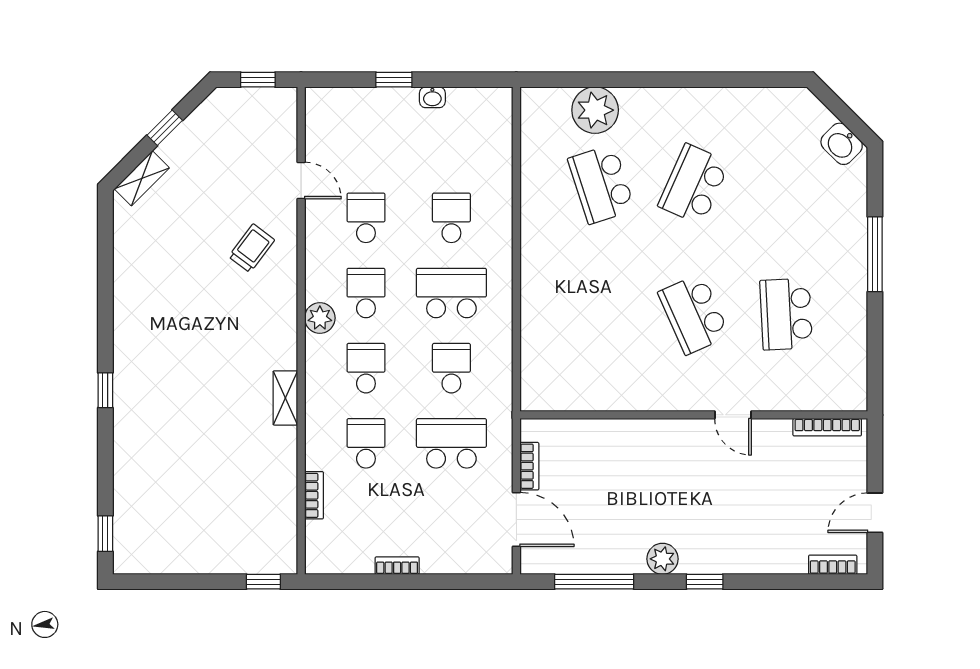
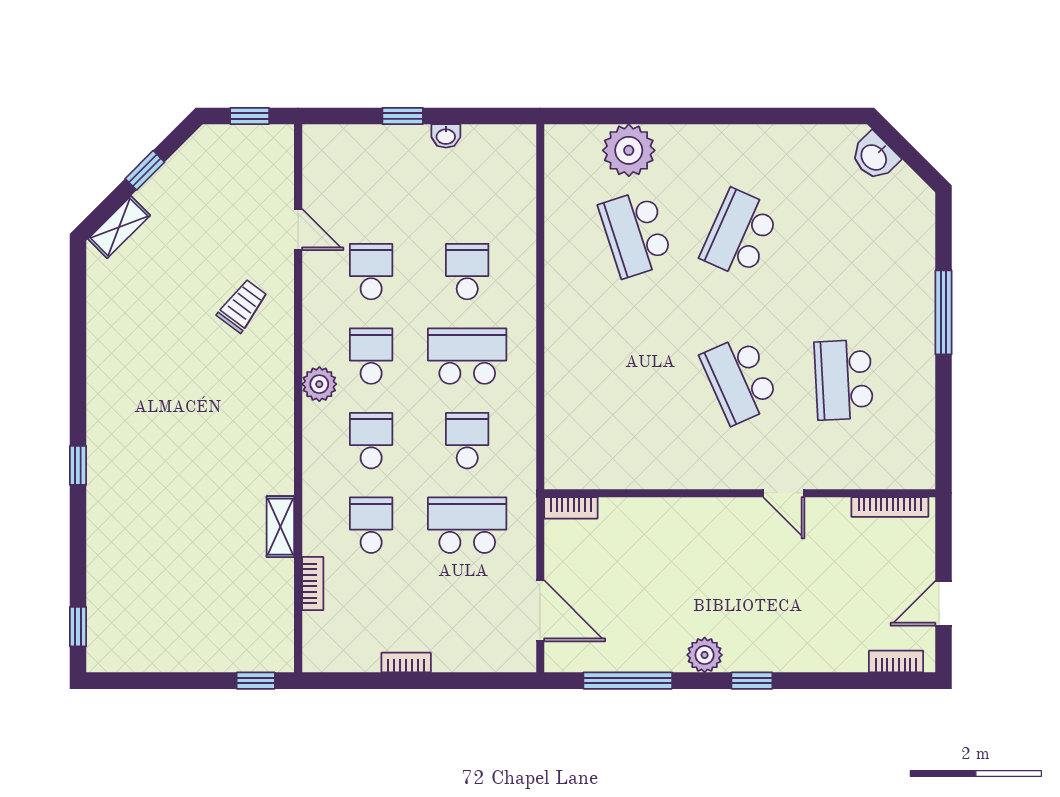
washbasin: (842, 144) -> (874, 157), moved
shelving: (285, 398) -> (280, 527), moved
bookcase: (529, 466) -> (571, 508), moved, turned 90

